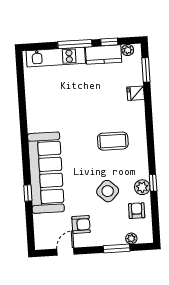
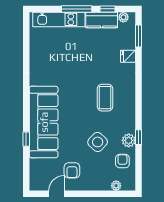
coffee table: (113, 141) -> (105, 98), turned 90
armchair: (81, 225) -> (72, 170), turned 90
window: (117, 248) -> (102, 194), removed

